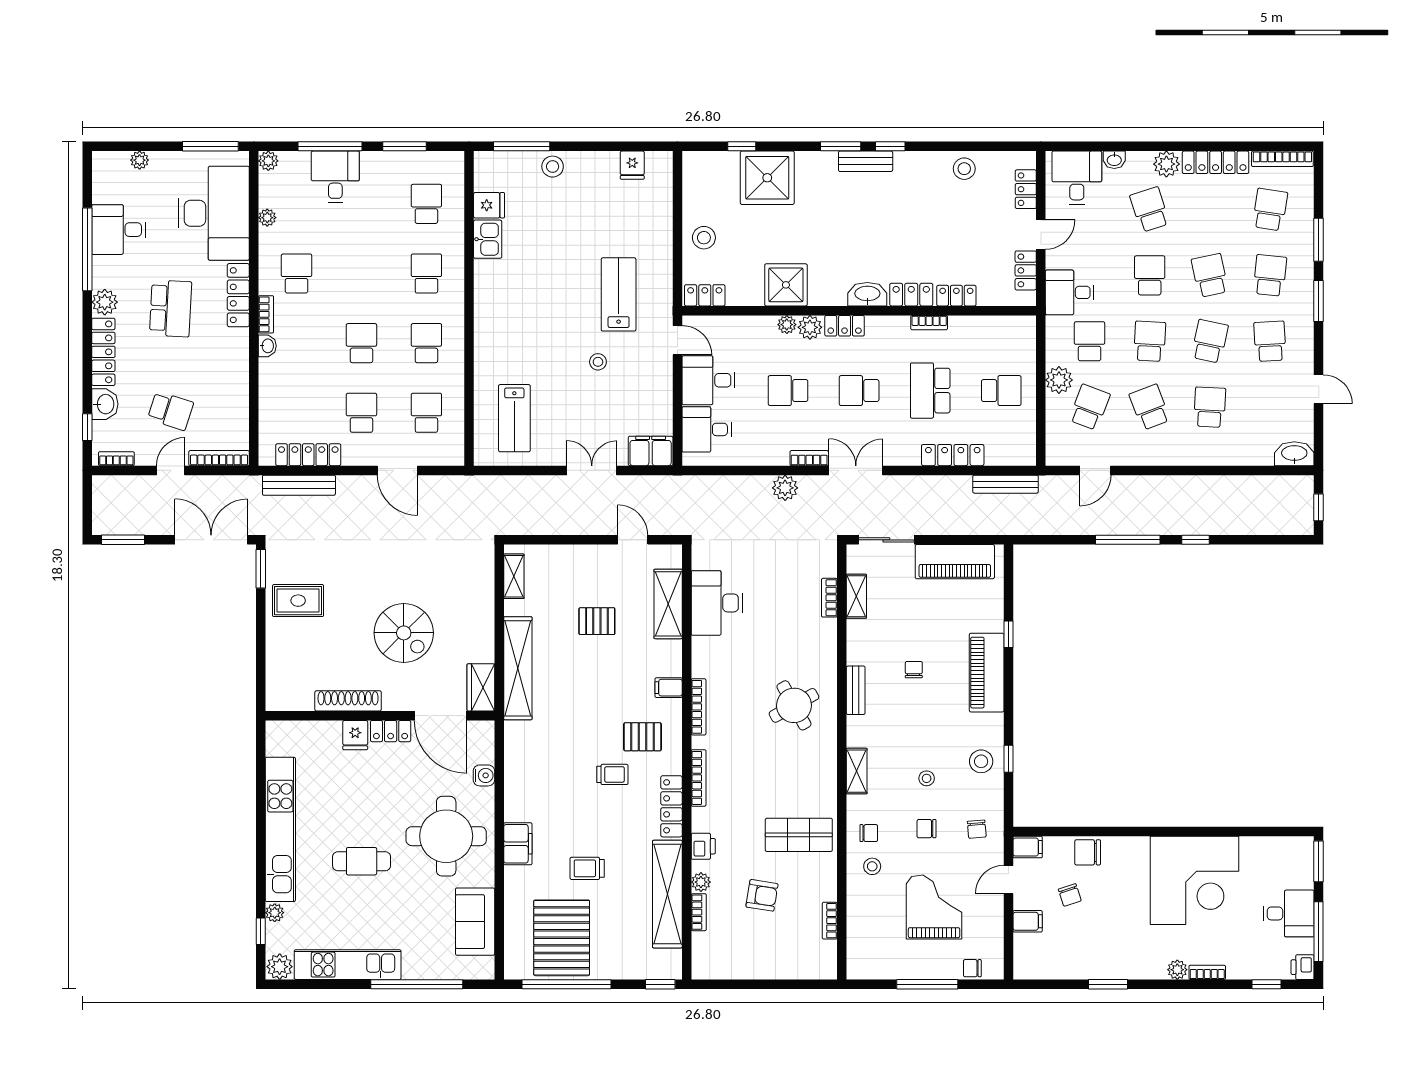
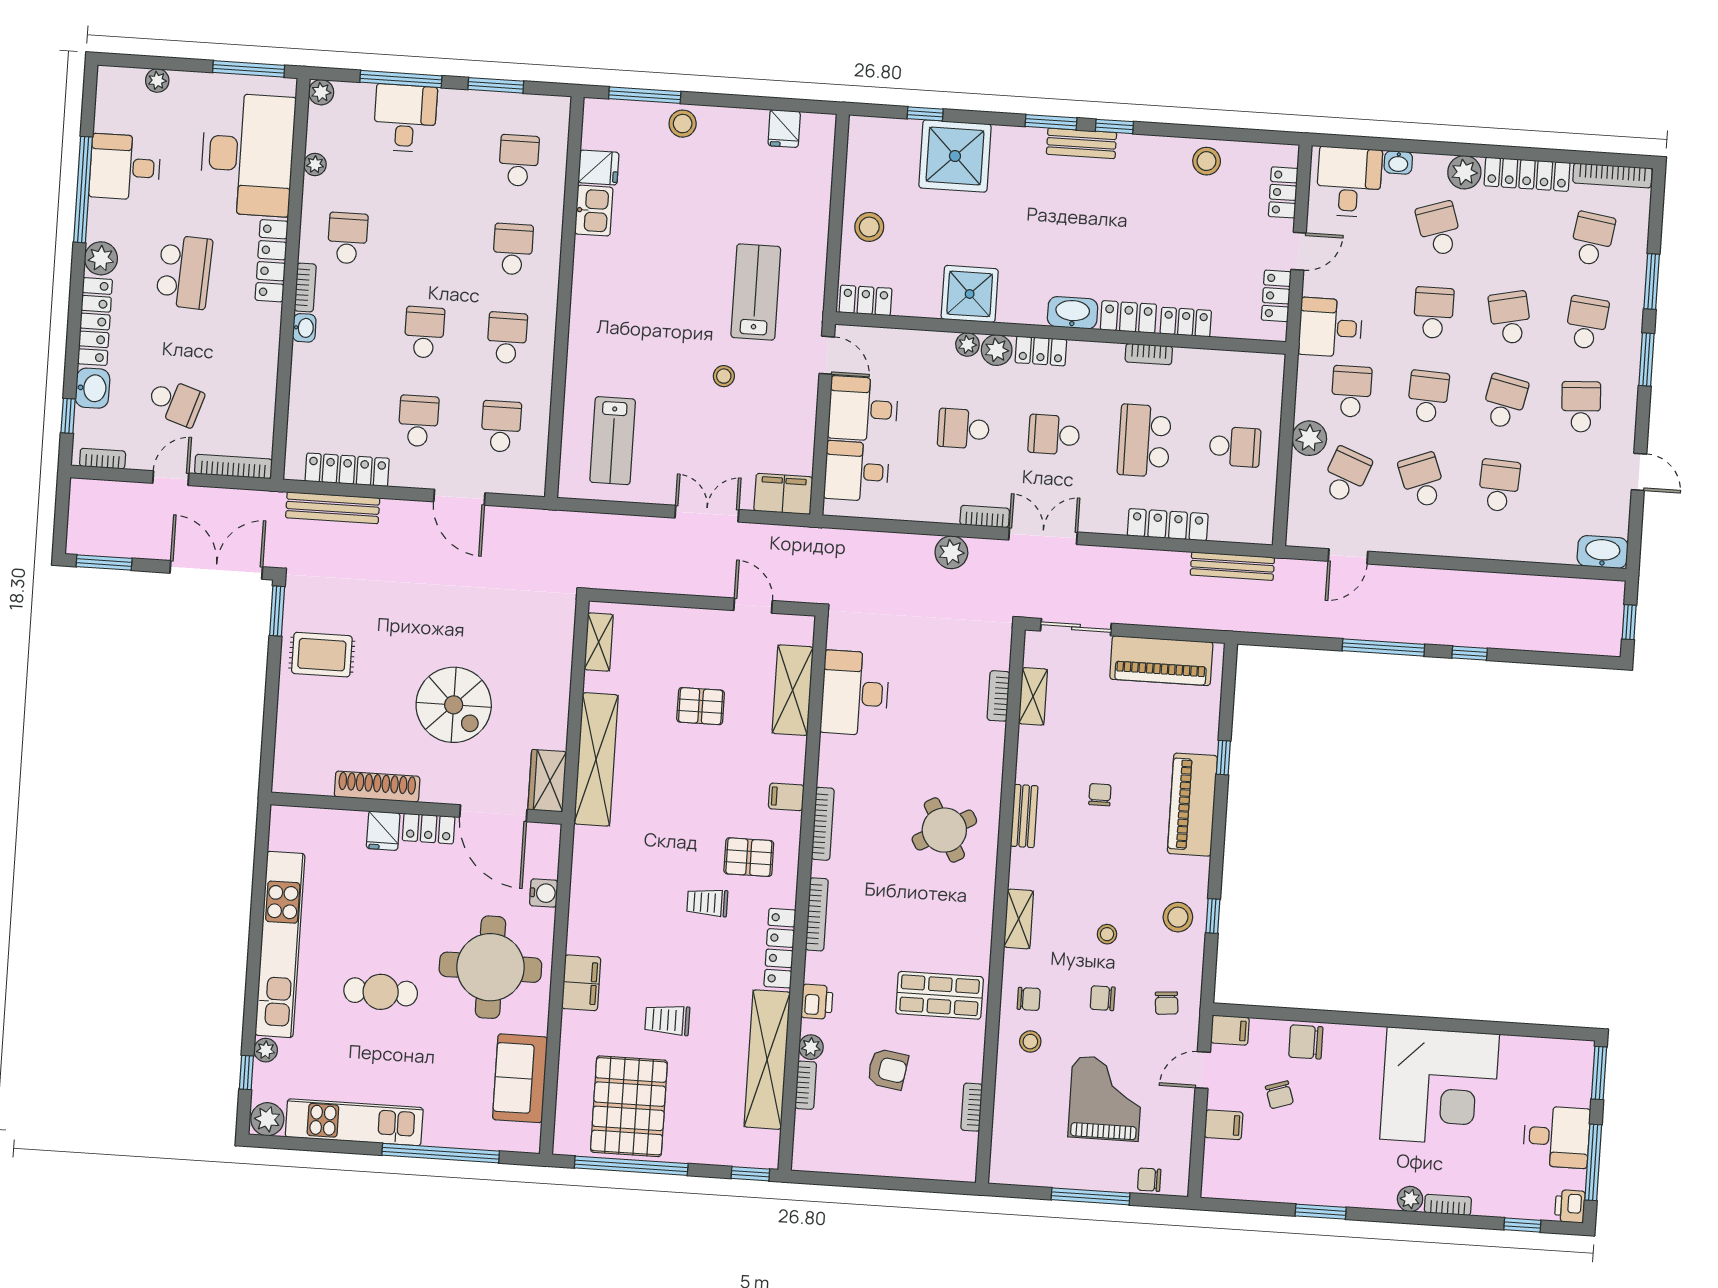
trolley: (612, 774) -> (707, 903), turned 180

